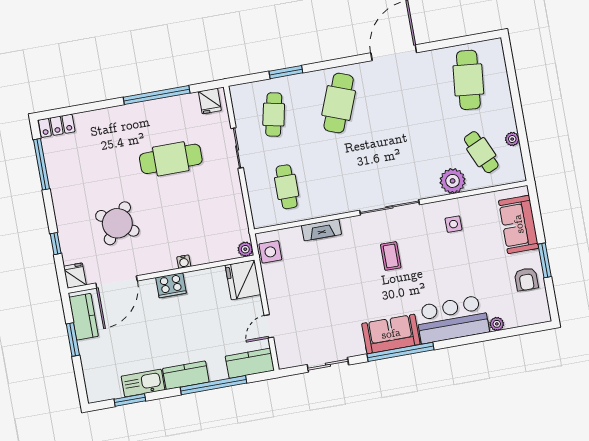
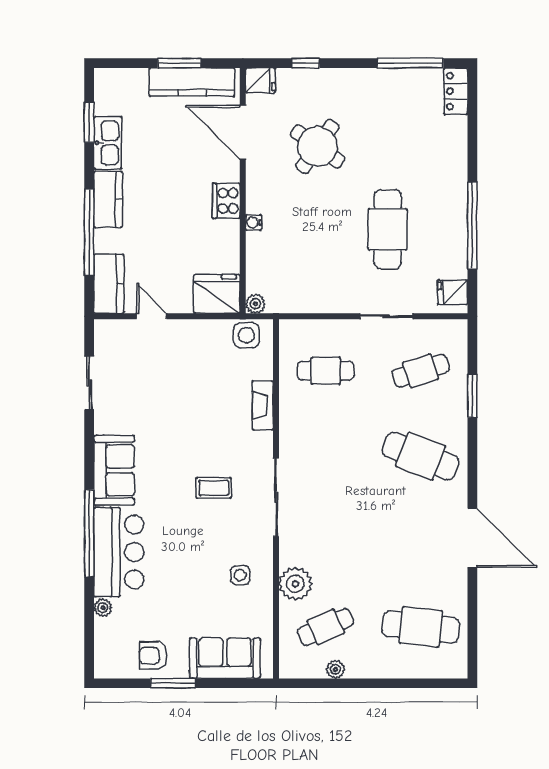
cafe table: (274, 115) -> (421, 371), turned -30
kitchen counter: (84, 317) -> (192, 82), width x1.50
window: (401, 352) -> (89, 533), moved

